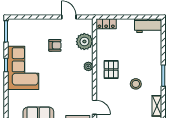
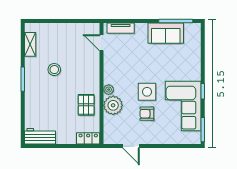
plant: (84, 42) -> (113, 105), moved
side table: (55, 64) -> (147, 92), added
corner sofa: (23, 68) -> (183, 106), moved
pallet: (111, 70) -> (86, 105), moved

